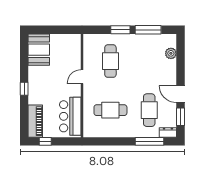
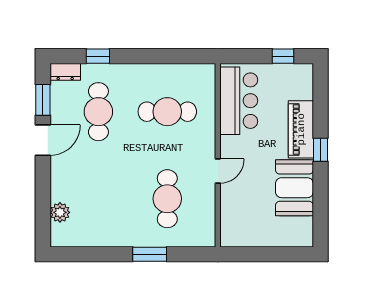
window: (148, 30) -> (100, 254), removed
booth: (39, 50) -> (294, 188), moved
door: (181, 94) -> (43, 140), hinge flipped
piano: (35, 121) -> (301, 129), moved
window: (149, 141) -> (98, 56), width x0.46

